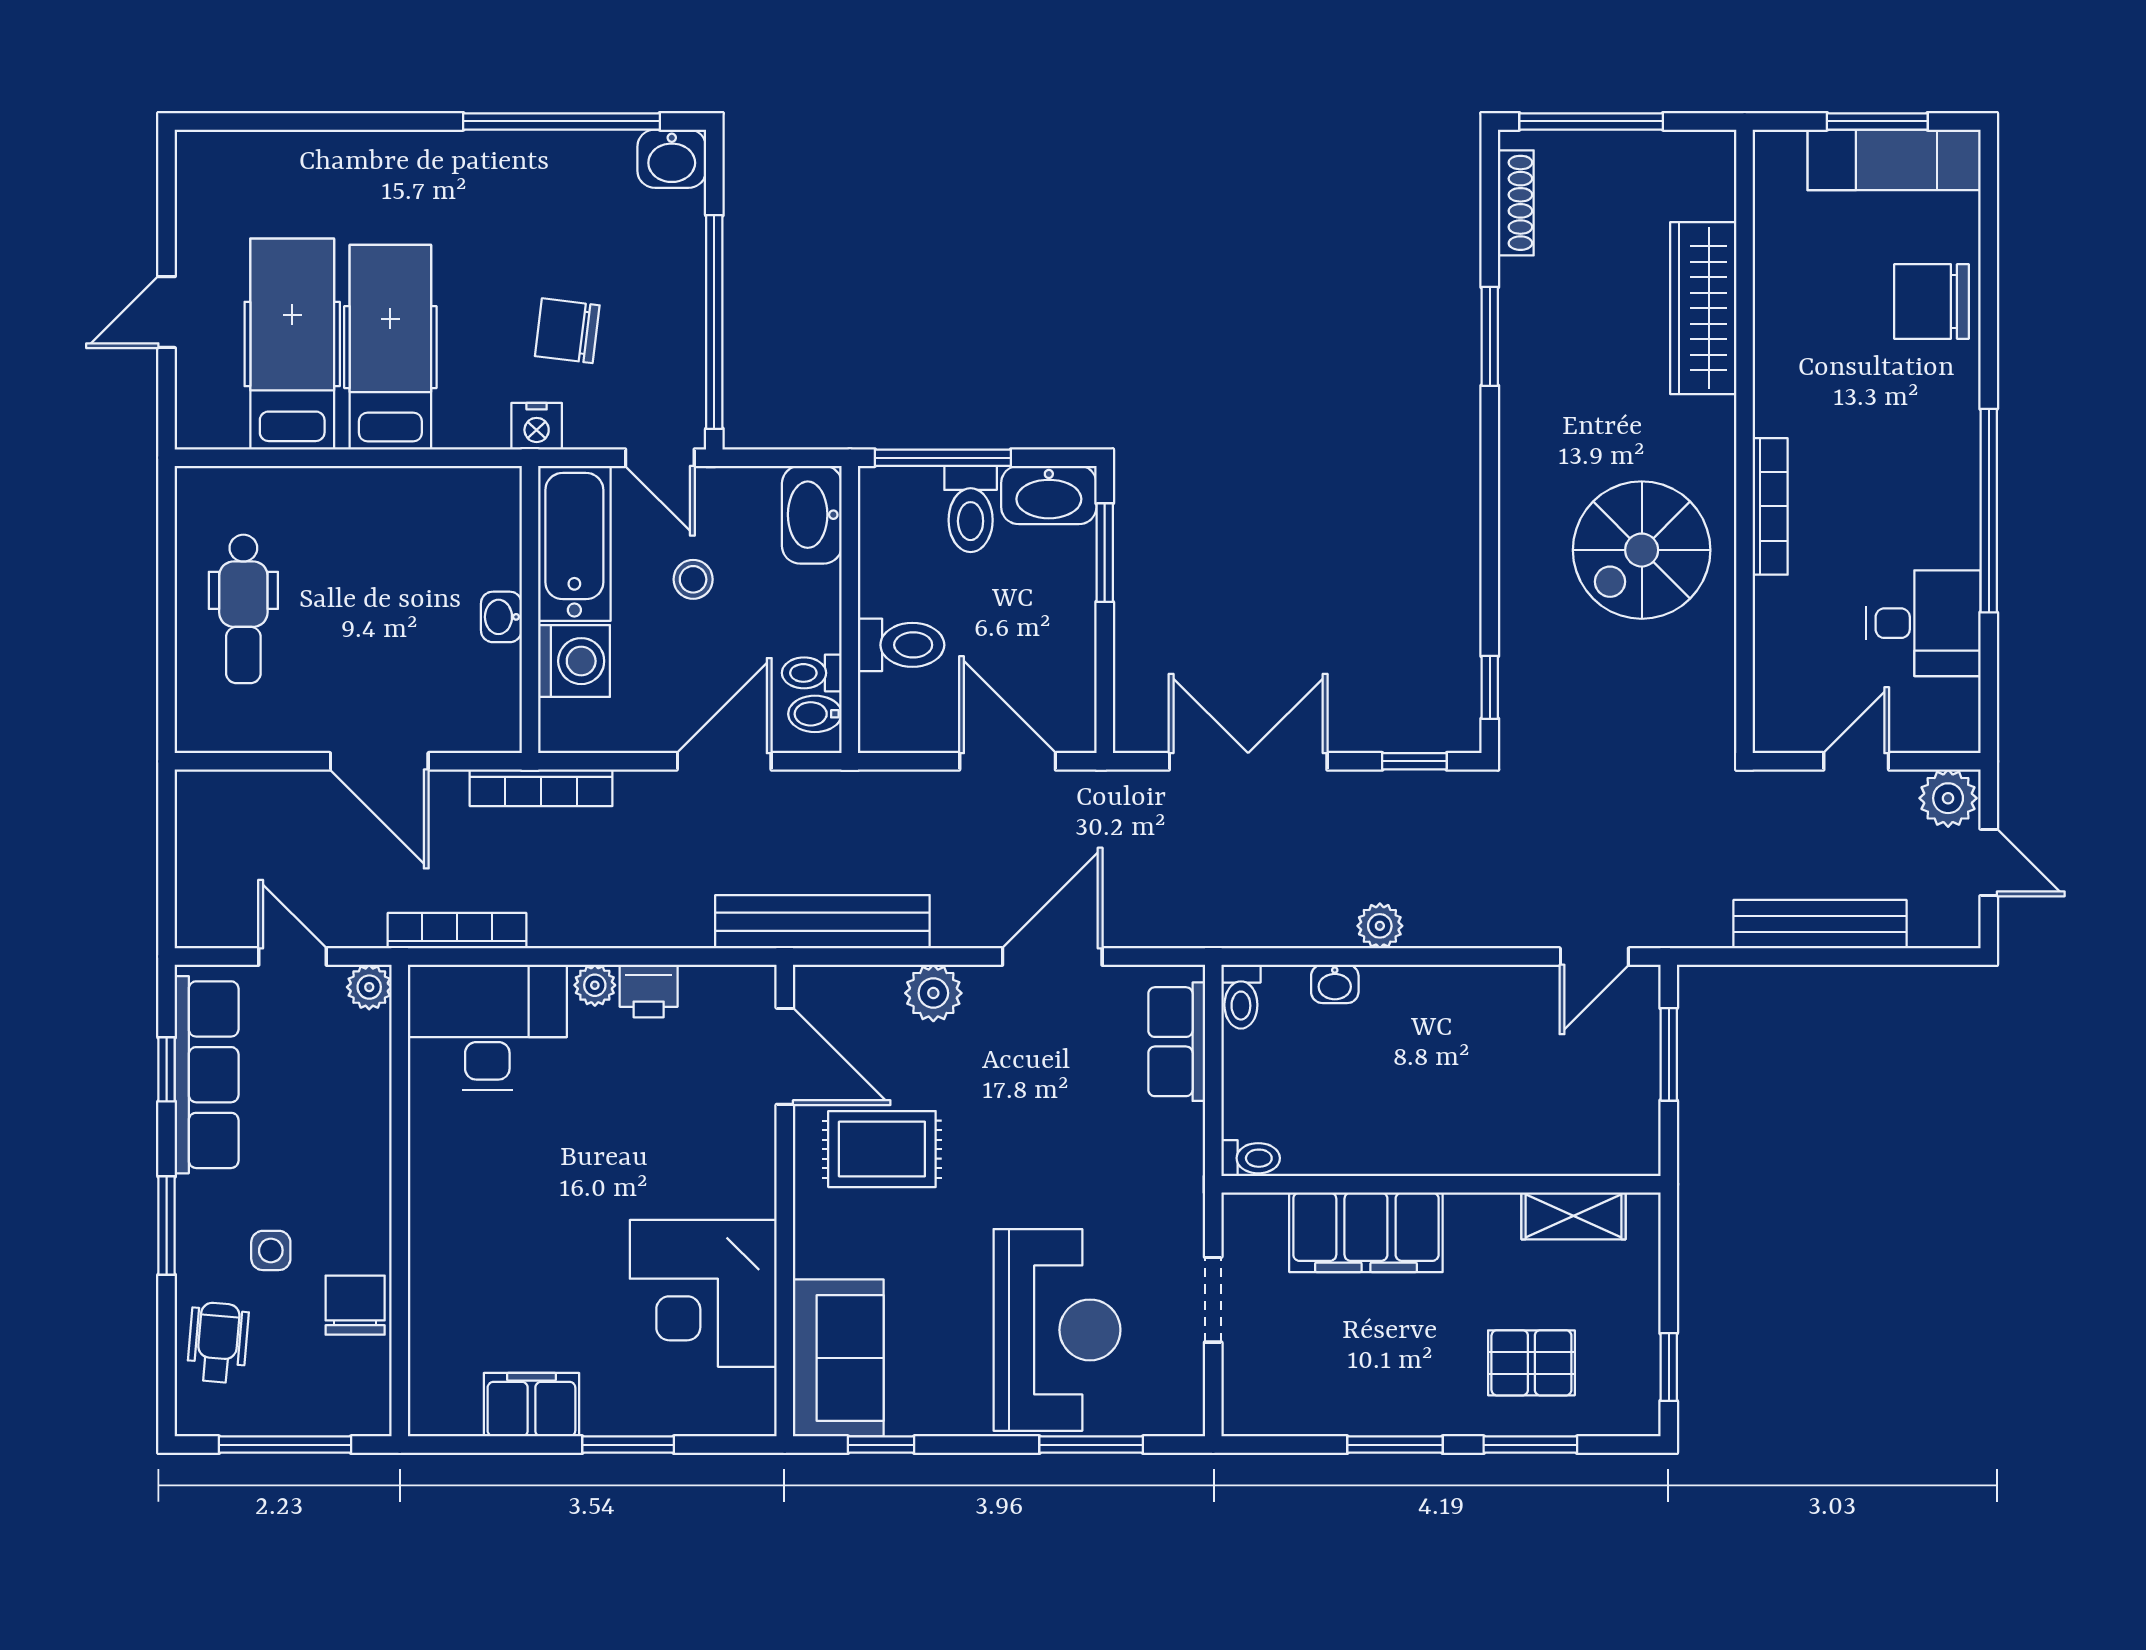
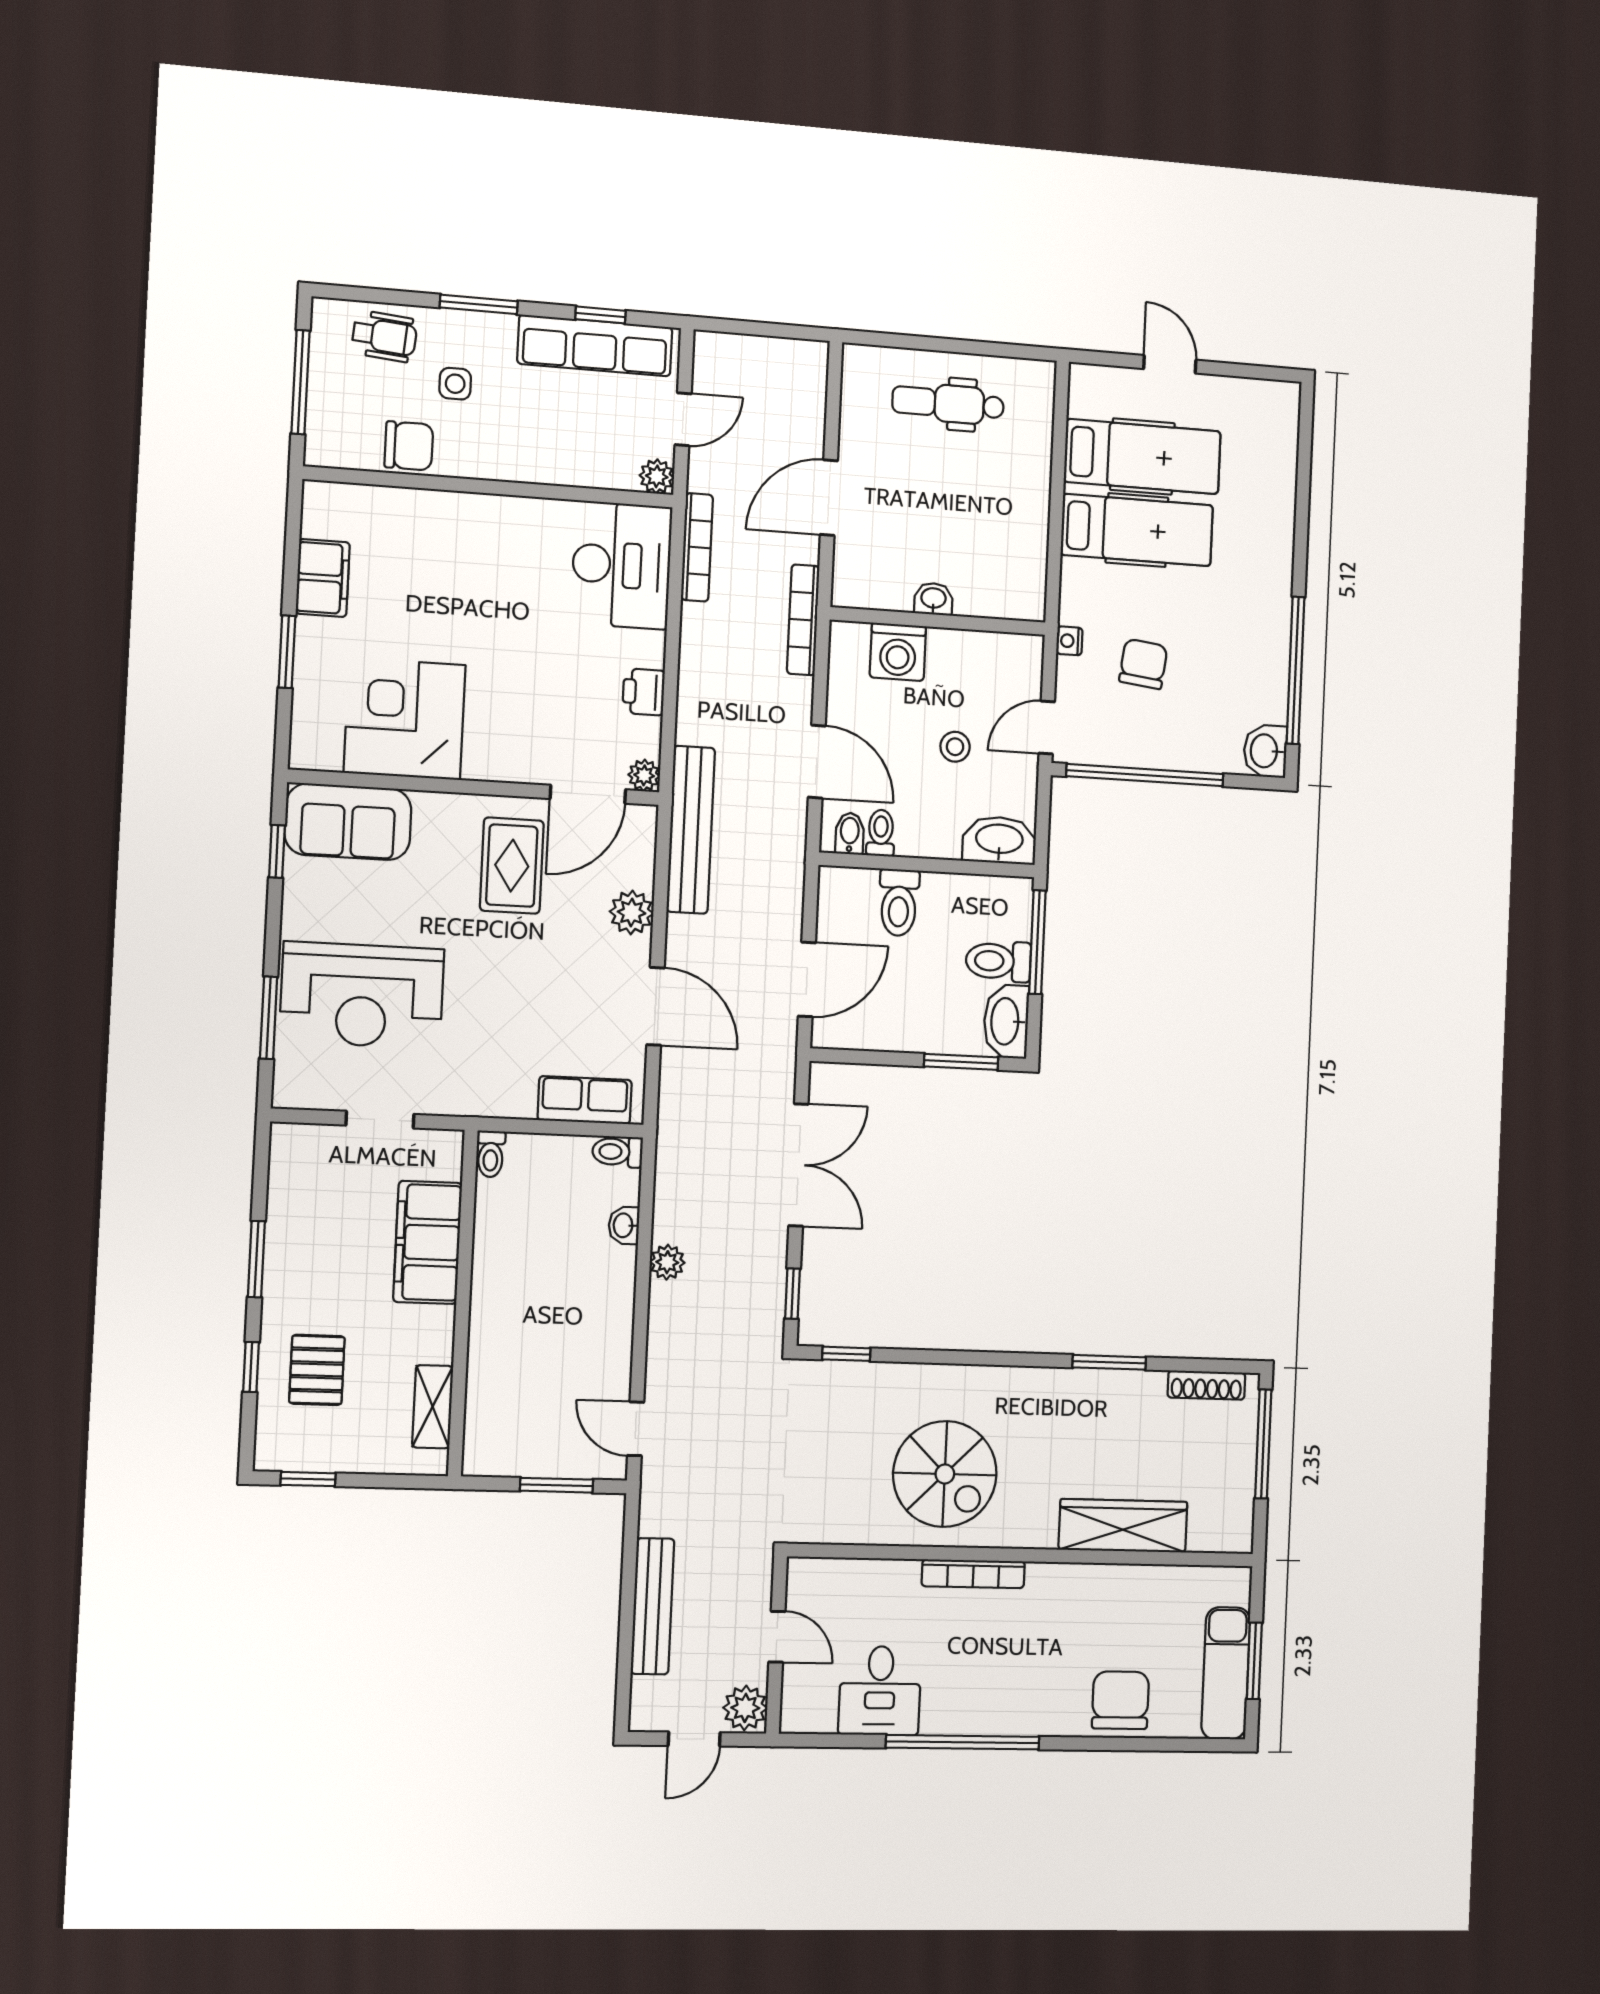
nightstand: (537, 426) -> (1069, 641), width x0.72, depth x0.74
bathtub: (574, 544) -> (986, 658), removed
spiral stairs: (1642, 550) -> (945, 1474), turned 180
plant: (595, 985) -> (644, 775), moved
window: (1530, 1445) -> (251, 1367), width x0.67

